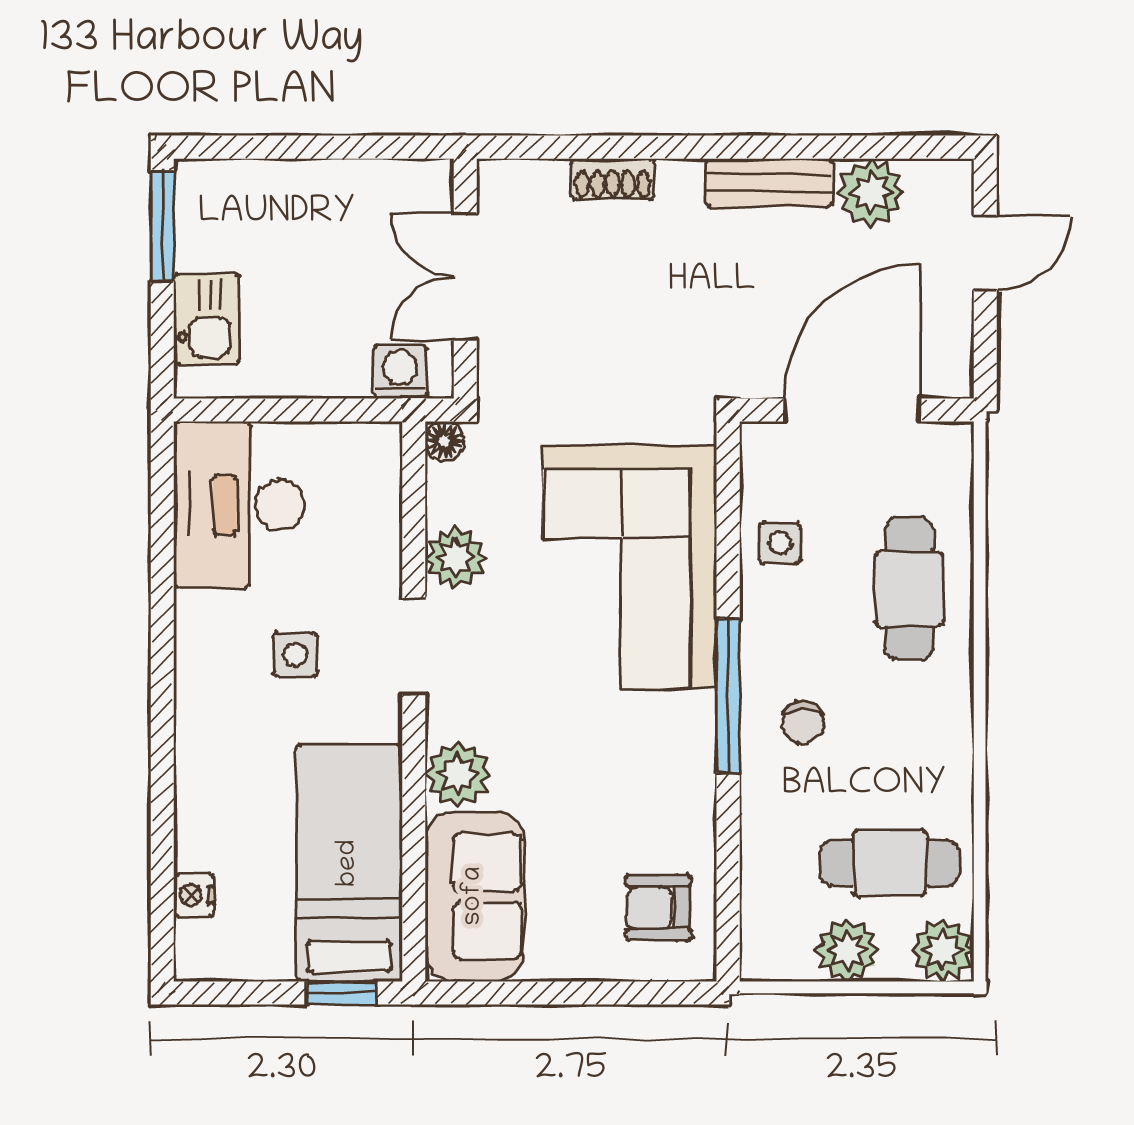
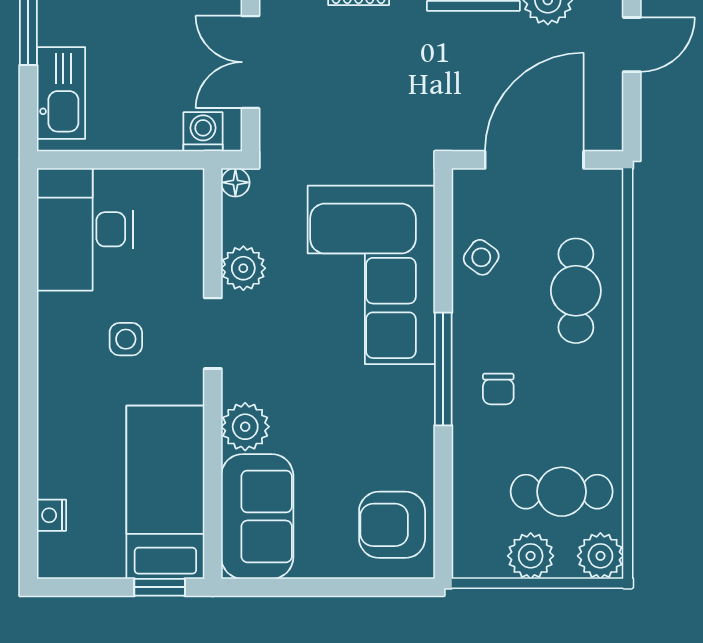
kitchen sink: (207, 319) -> (61, 93), width x1.38
side table: (780, 543) -> (481, 257), turned 36
armchair: (658, 908) -> (392, 525), width x1.38, depth x1.38

